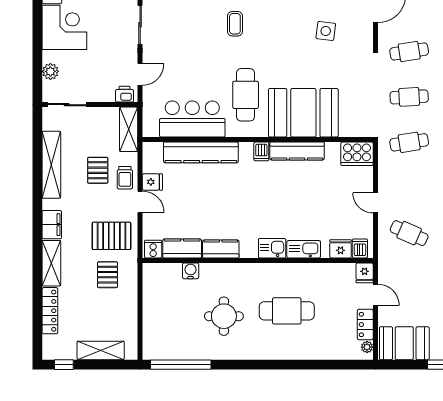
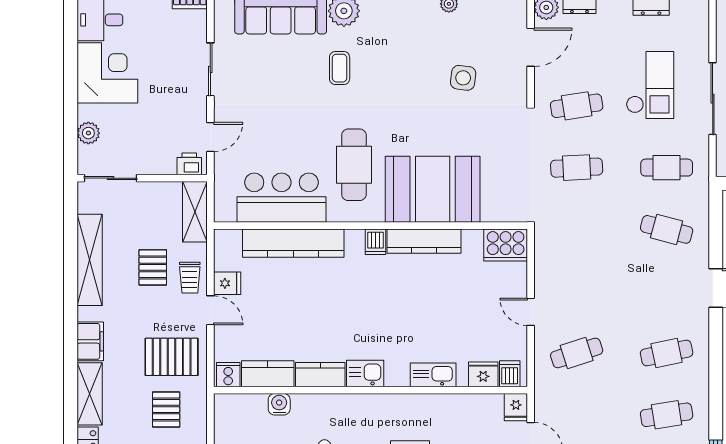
cafe table: (409, 142) -> (577, 229), removed
cafe table: (409, 233) -> (577, 353), turned -42
kitchen sink: (272, 248) -> (365, 373), moved

